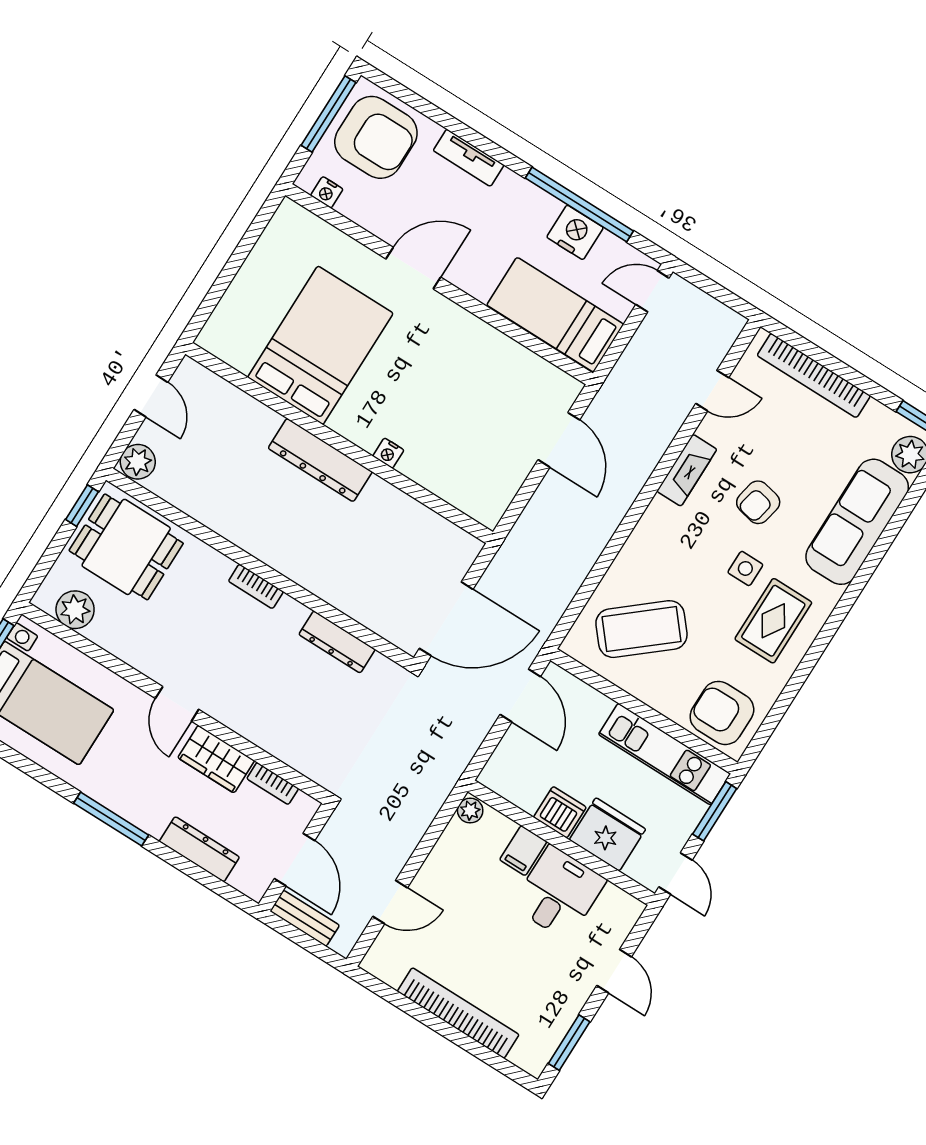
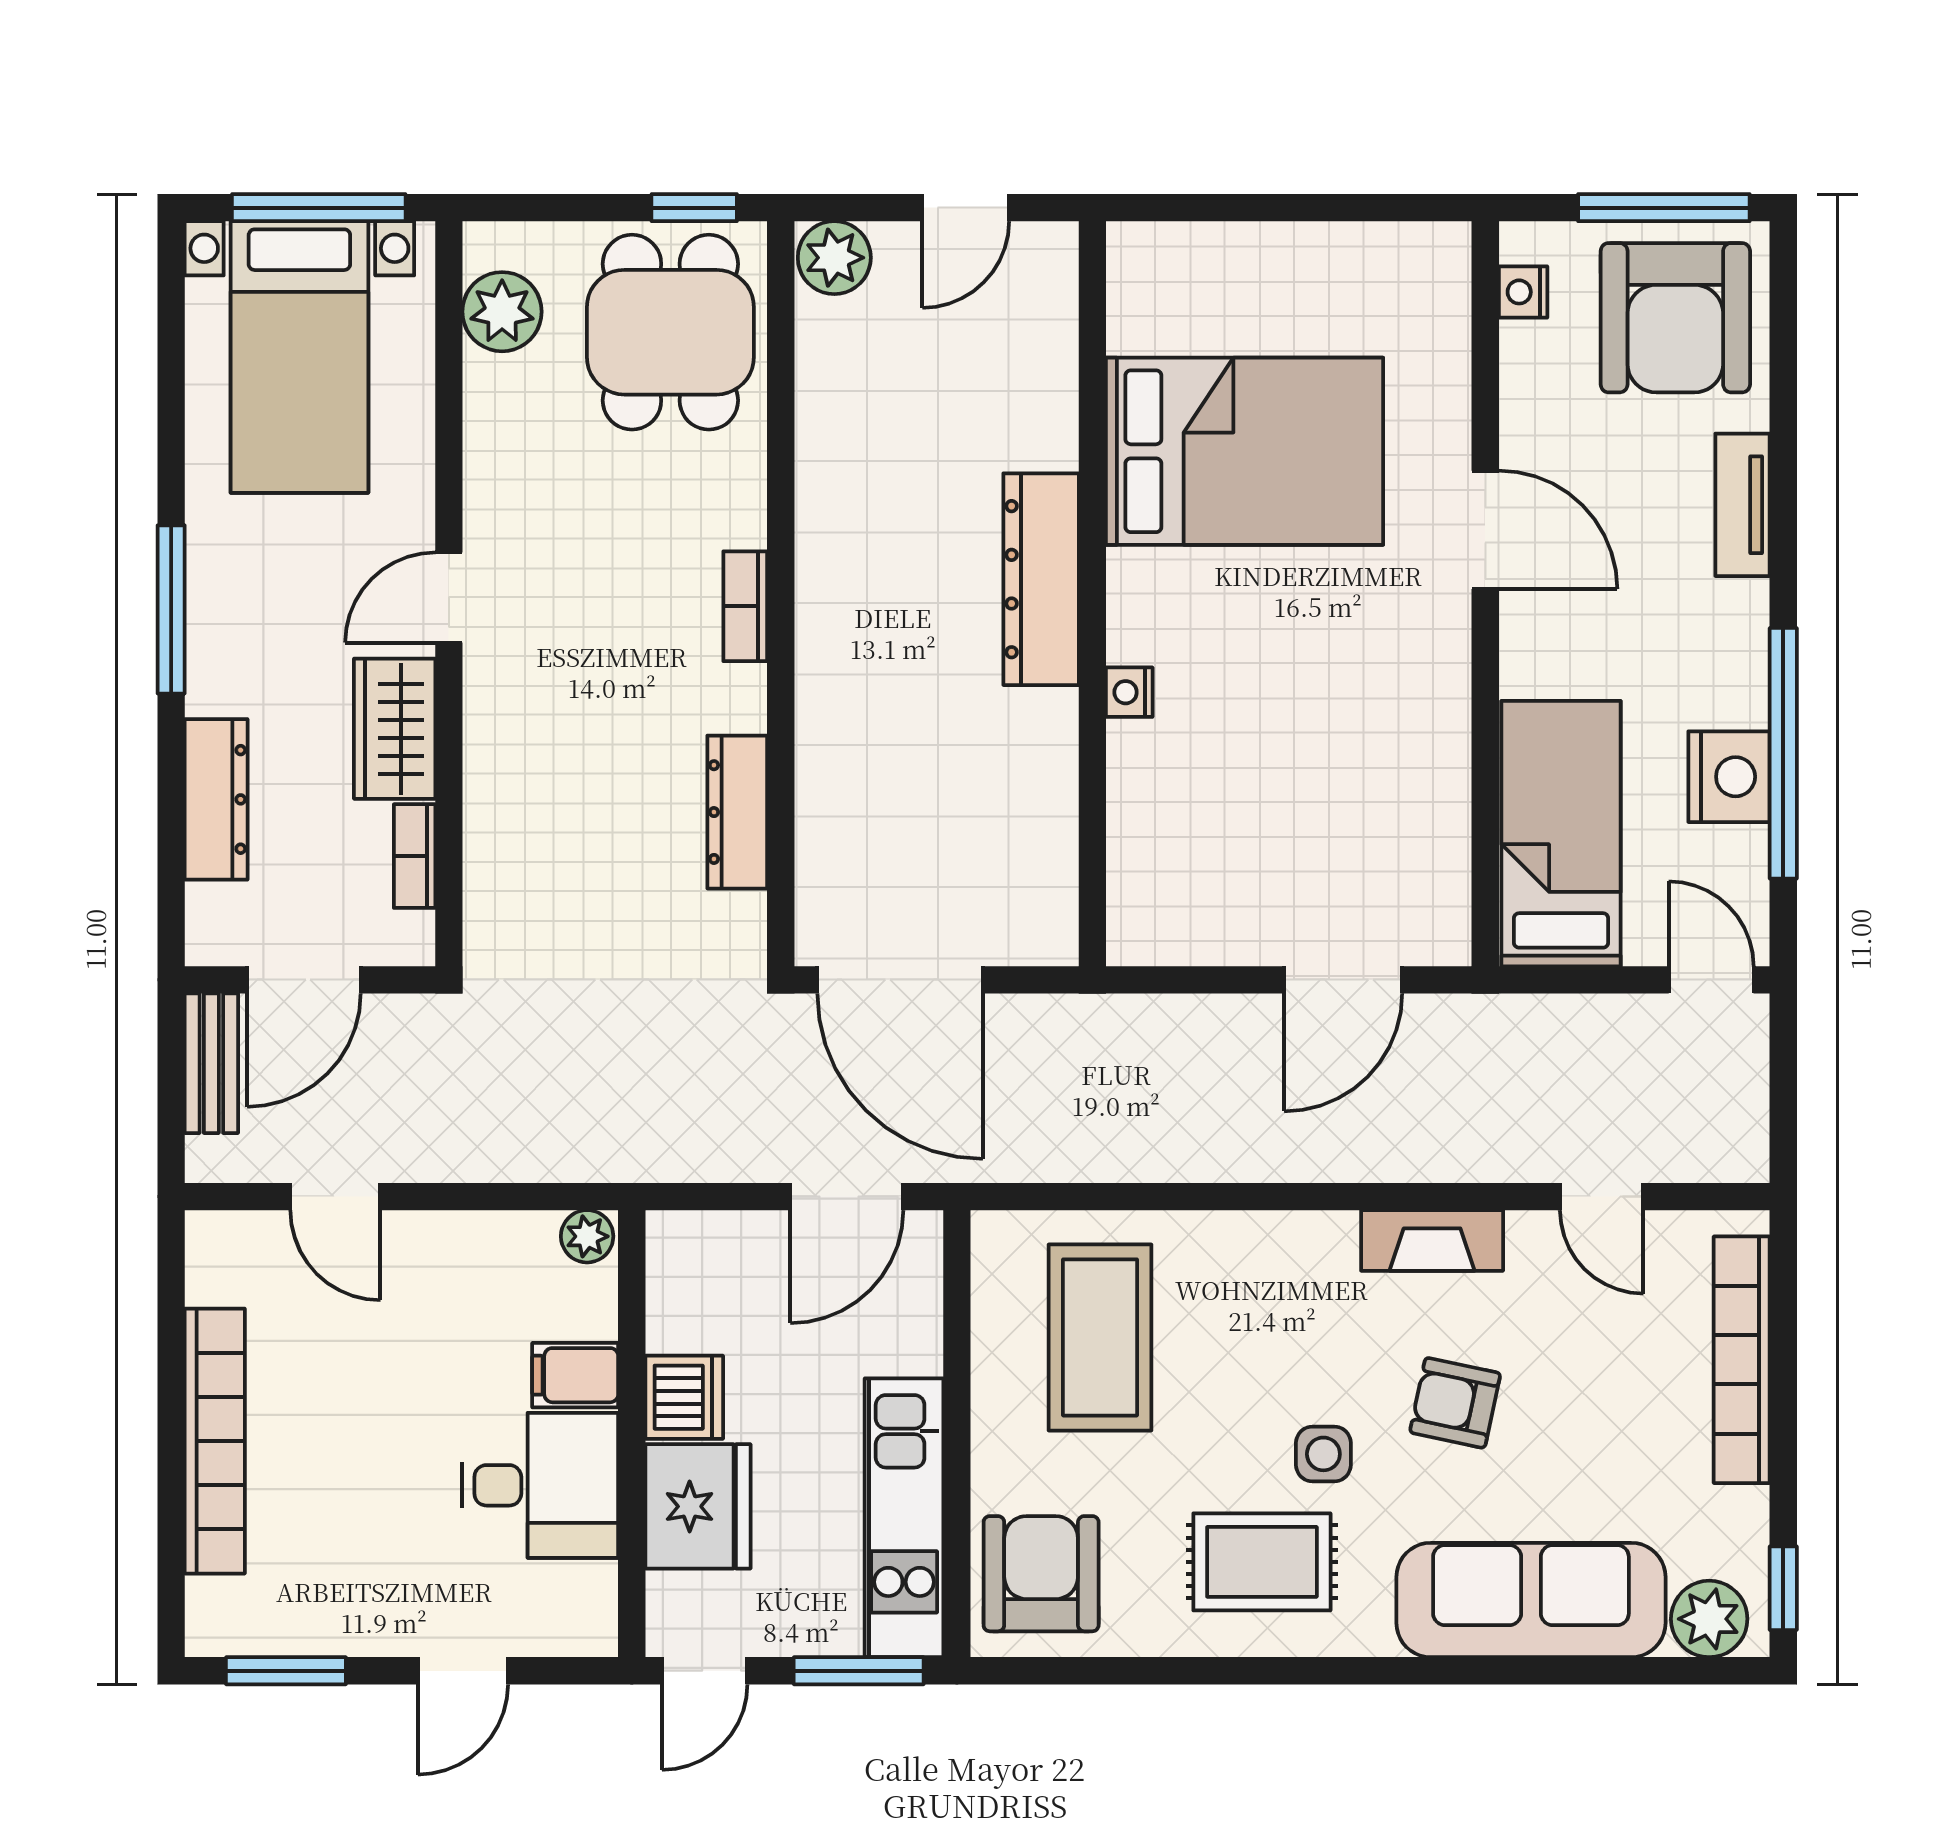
coffee table: (641, 629) -> (1100, 1337), turned 40

